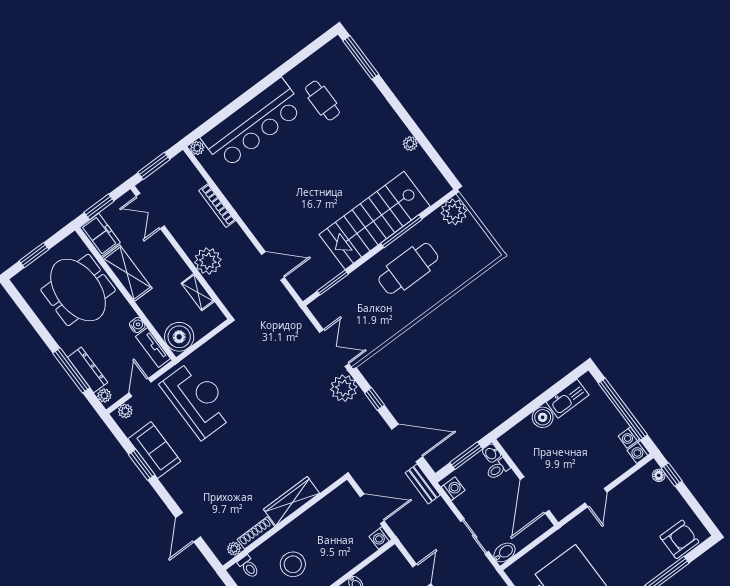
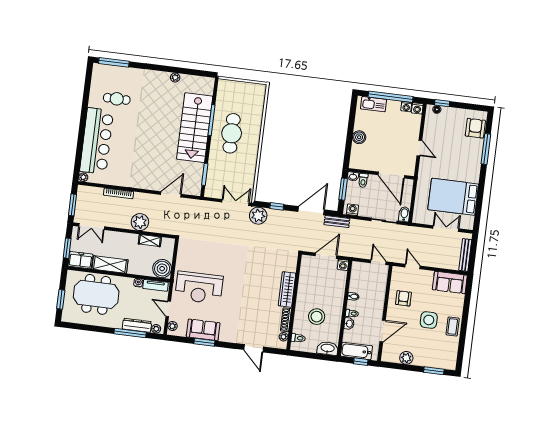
plant: (454, 212) -> (226, 87), removed
reception desk: (198, 399) -> (199, 288), turned 180
kitchen sink: (568, 399) -> (374, 104), moved, turned 90

